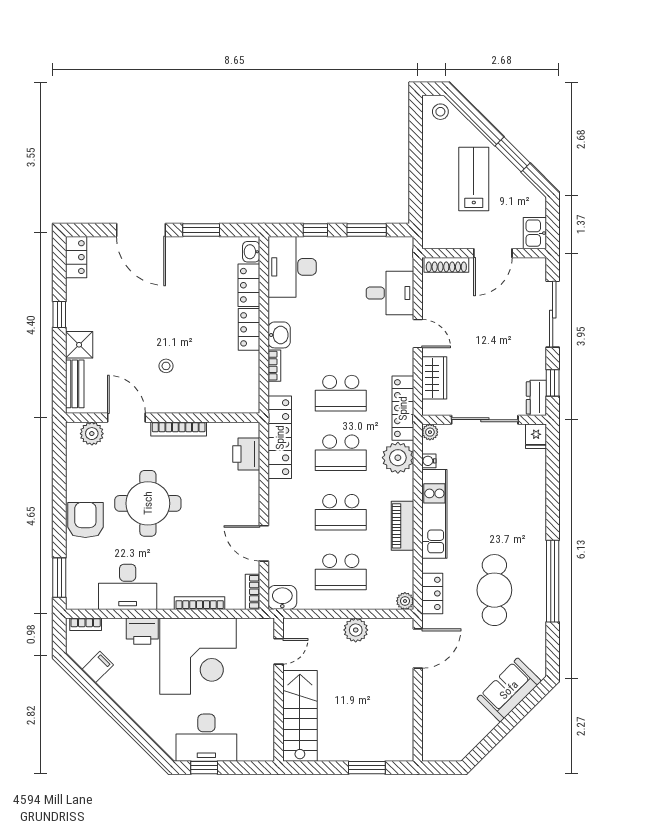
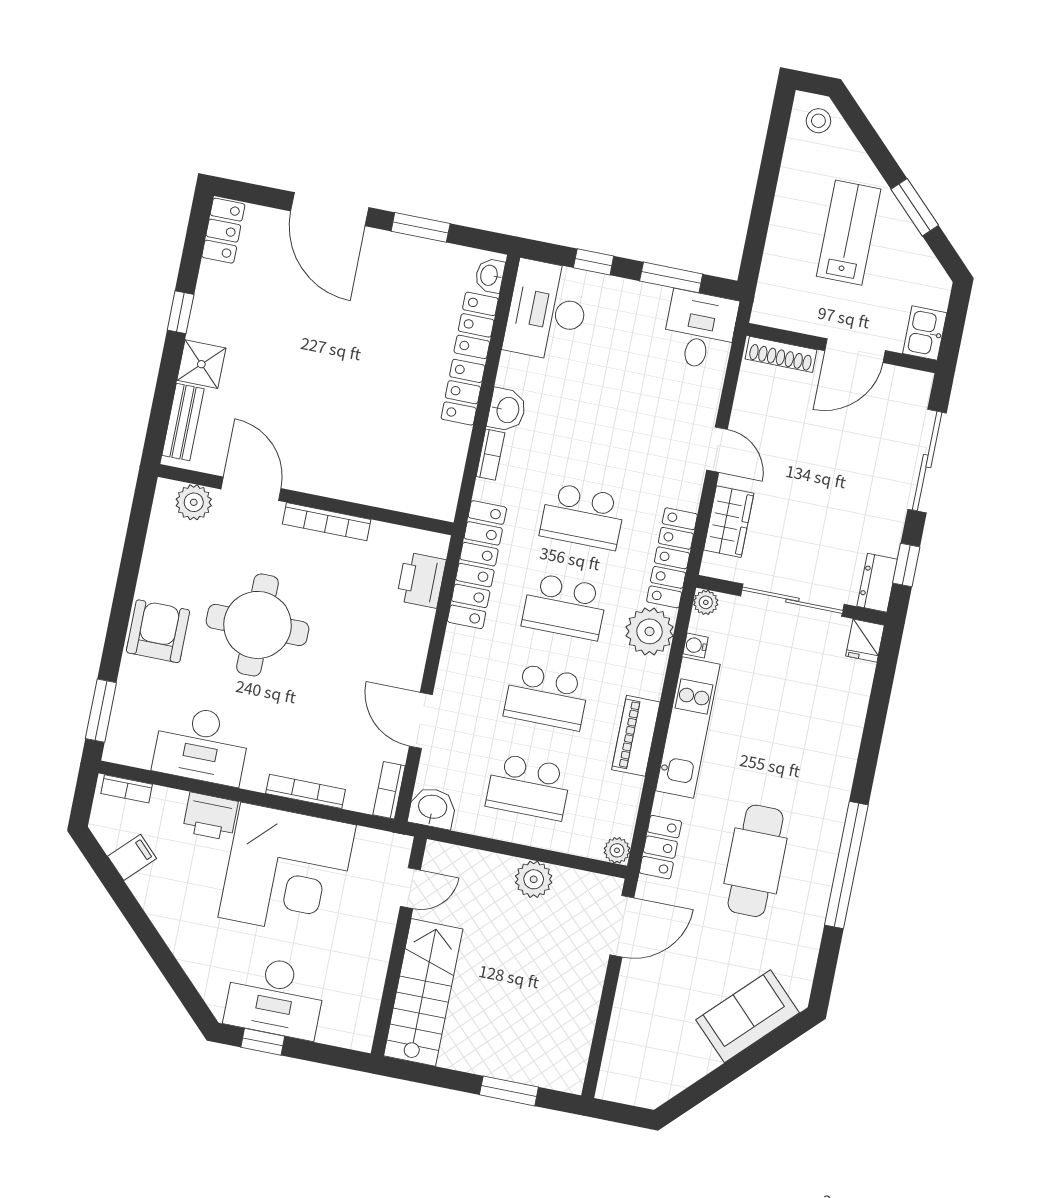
desk: (390, 293) -> (700, 330), moved, turned -90
stool: (166, 366) -> (326, 422), removed

